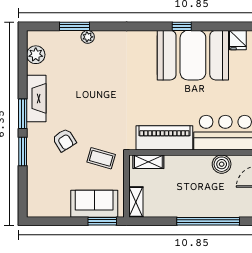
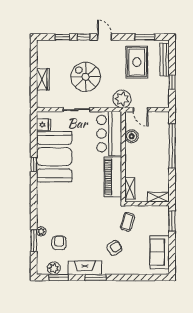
armchair: (71, 62) -> (59, 243), added
window: (23, 152) -> (59, 277), moved
sofa: (94, 204) -> (160, 252), moved

